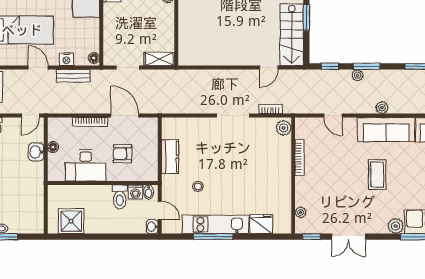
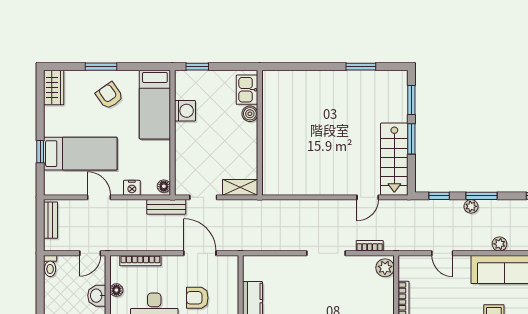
bench: (73, 76) -> (166, 207), moved
bookcase: (90, 122) -> (140, 261), moved

